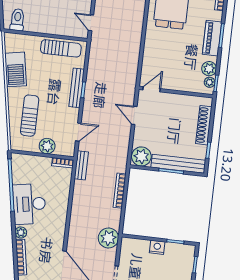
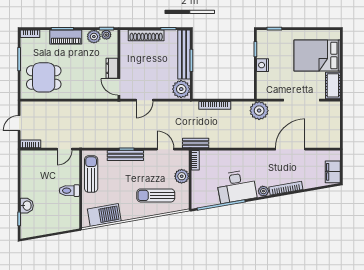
toilet: (17, 20) -> (69, 191), moved
barbecue: (16, 69) -> (104, 215), moved
dresser: (173, 84) -> (112, 68), added

